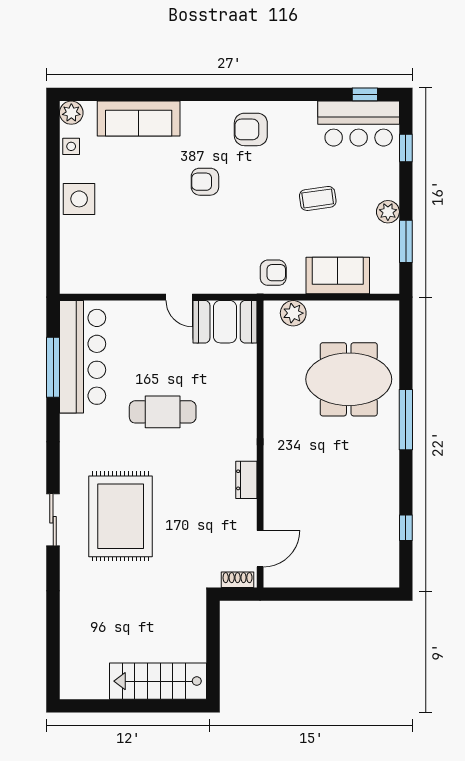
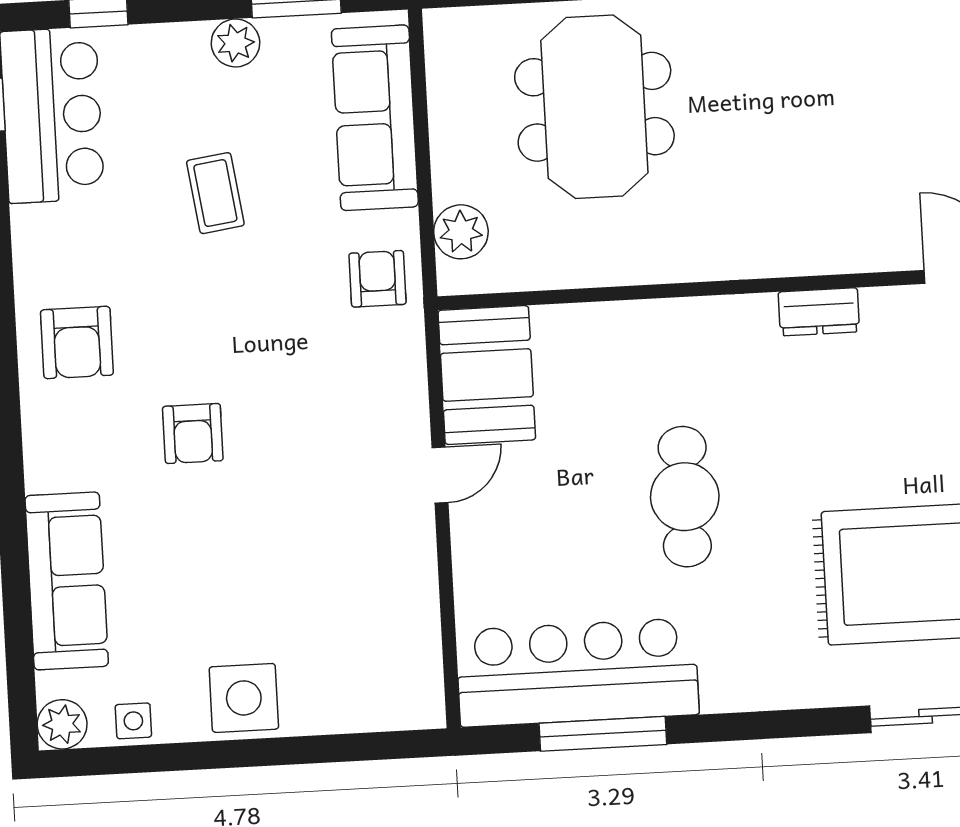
sofa: (338, 276) -> (375, 118), width x1.36

